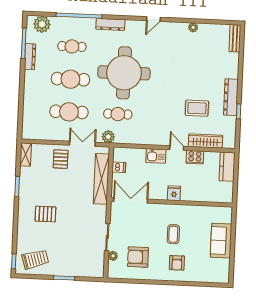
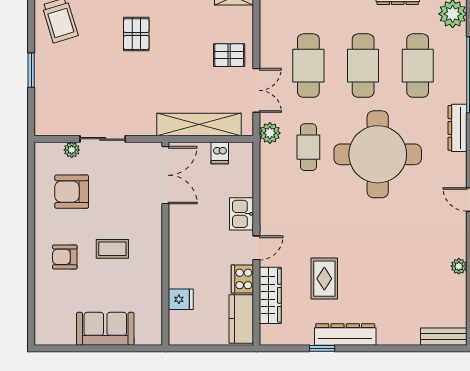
cafe table: (72, 46) -> (418, 66), width x1.37, depth x1.35
kitchen counter: (227, 167) -> (241, 319), moved, turned -90
fridge: (174, 193) -> (181, 299), moved
armchair: (138, 257) -> (72, 192), turned -90

